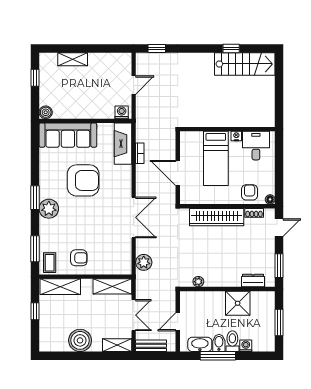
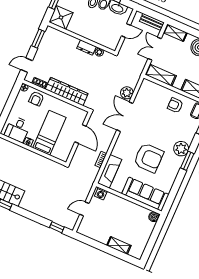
window: (35, 78) -> (151, 244), removed
armchair: (83, 180) -> (149, 158), turned 180
plant: (144, 262) -> (127, 93), moved
dresser: (253, 281) -> (87, 47), moved
shower: (238, 303) -> (61, 17), moved

